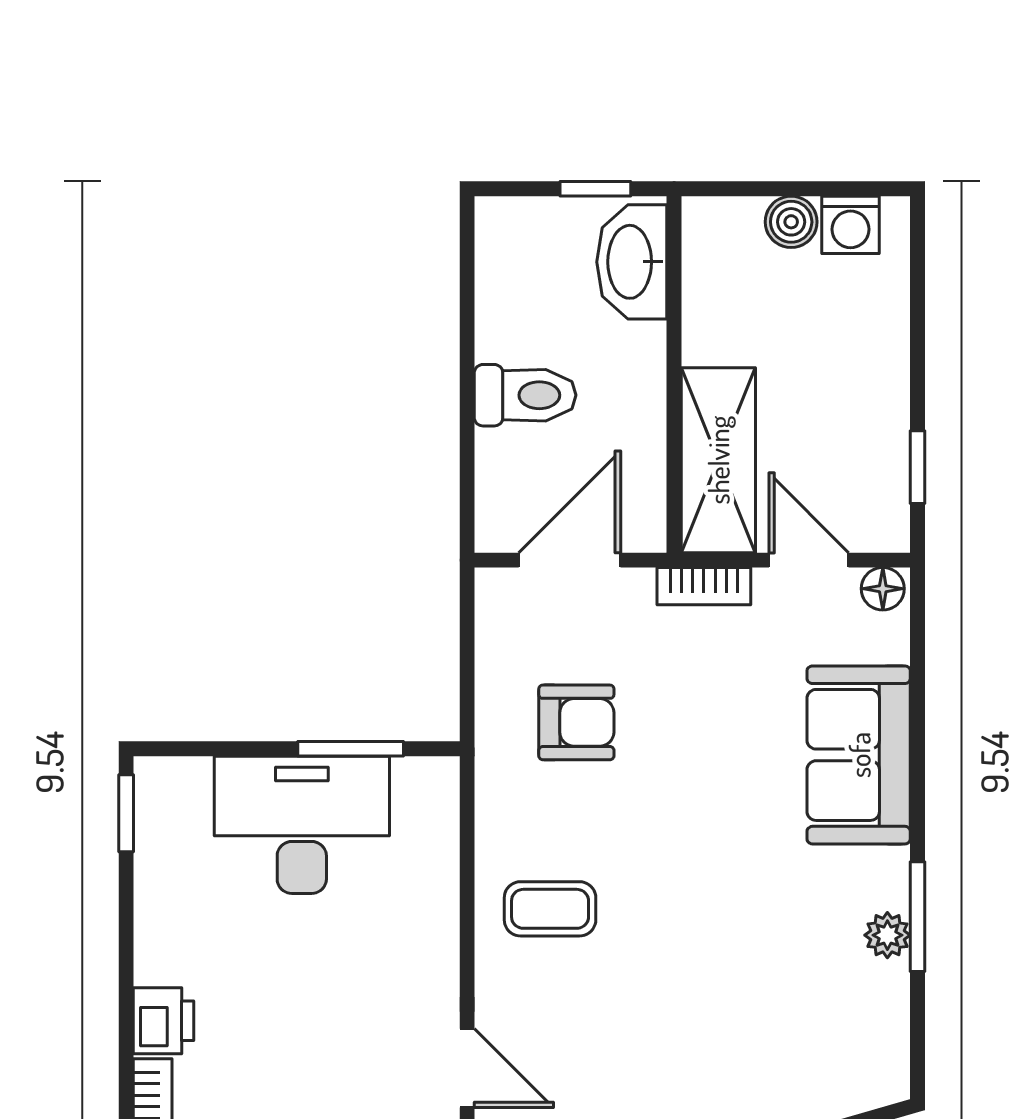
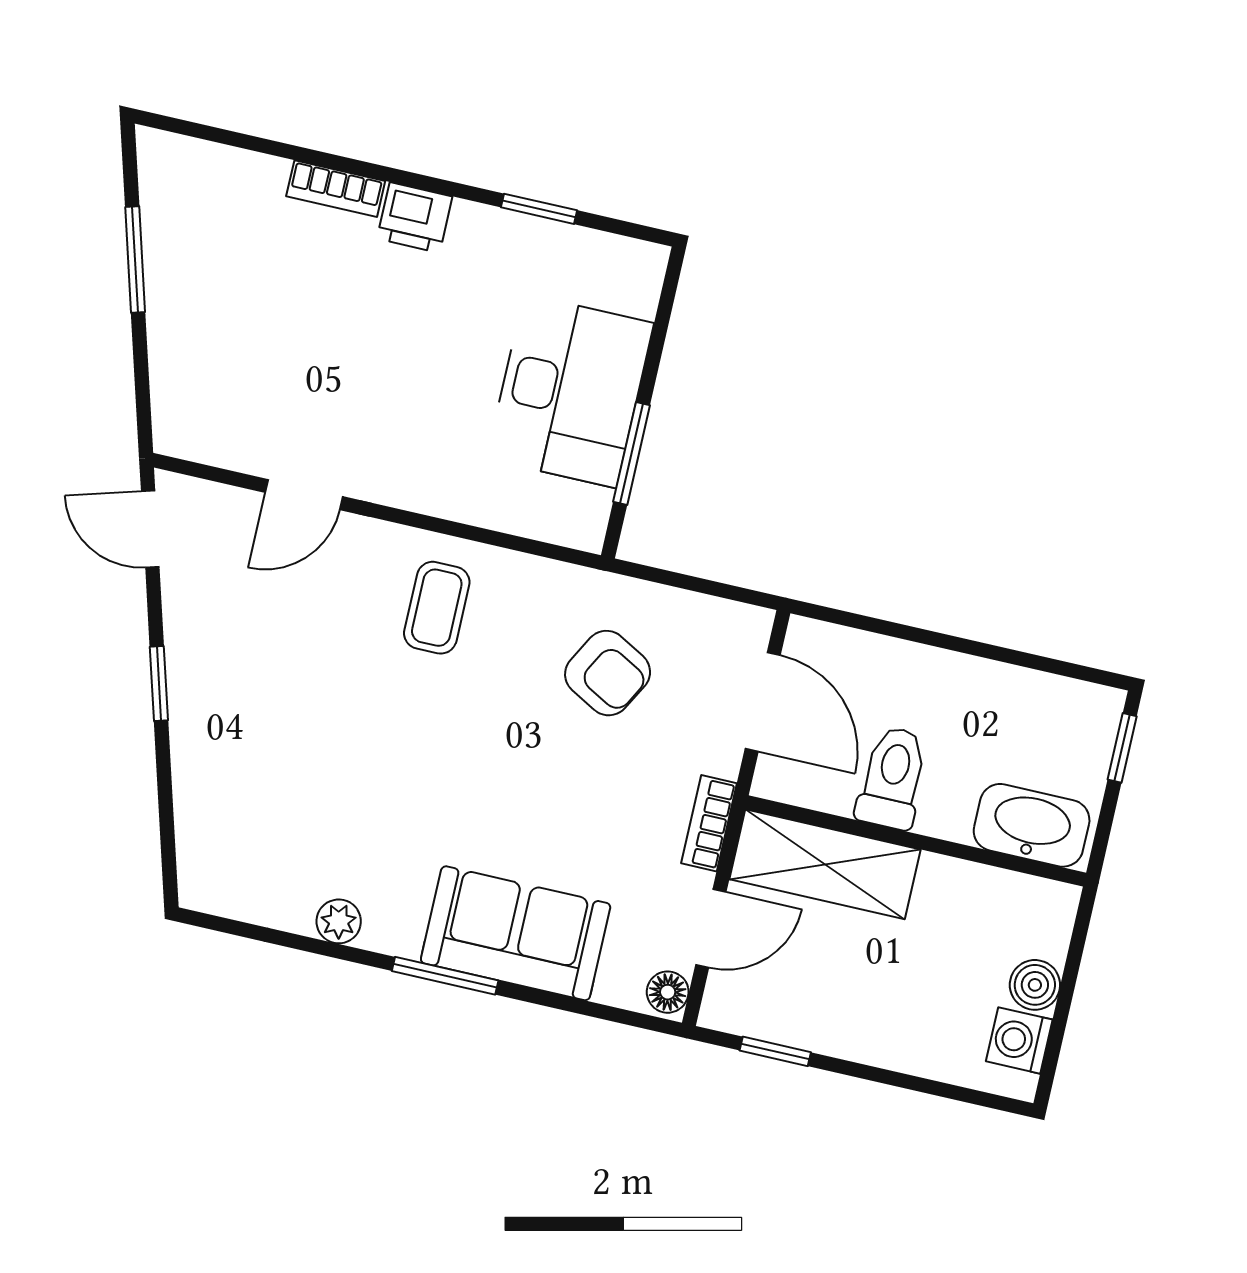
window: (595, 189) -> (1122, 748), moved
toilet: (525, 395) -> (892, 778), moved, turned 180
armchair: (576, 722) -> (608, 673), turned -61
window: (126, 813) -> (539, 209), moved
window: (918, 917) -> (445, 976), moved

